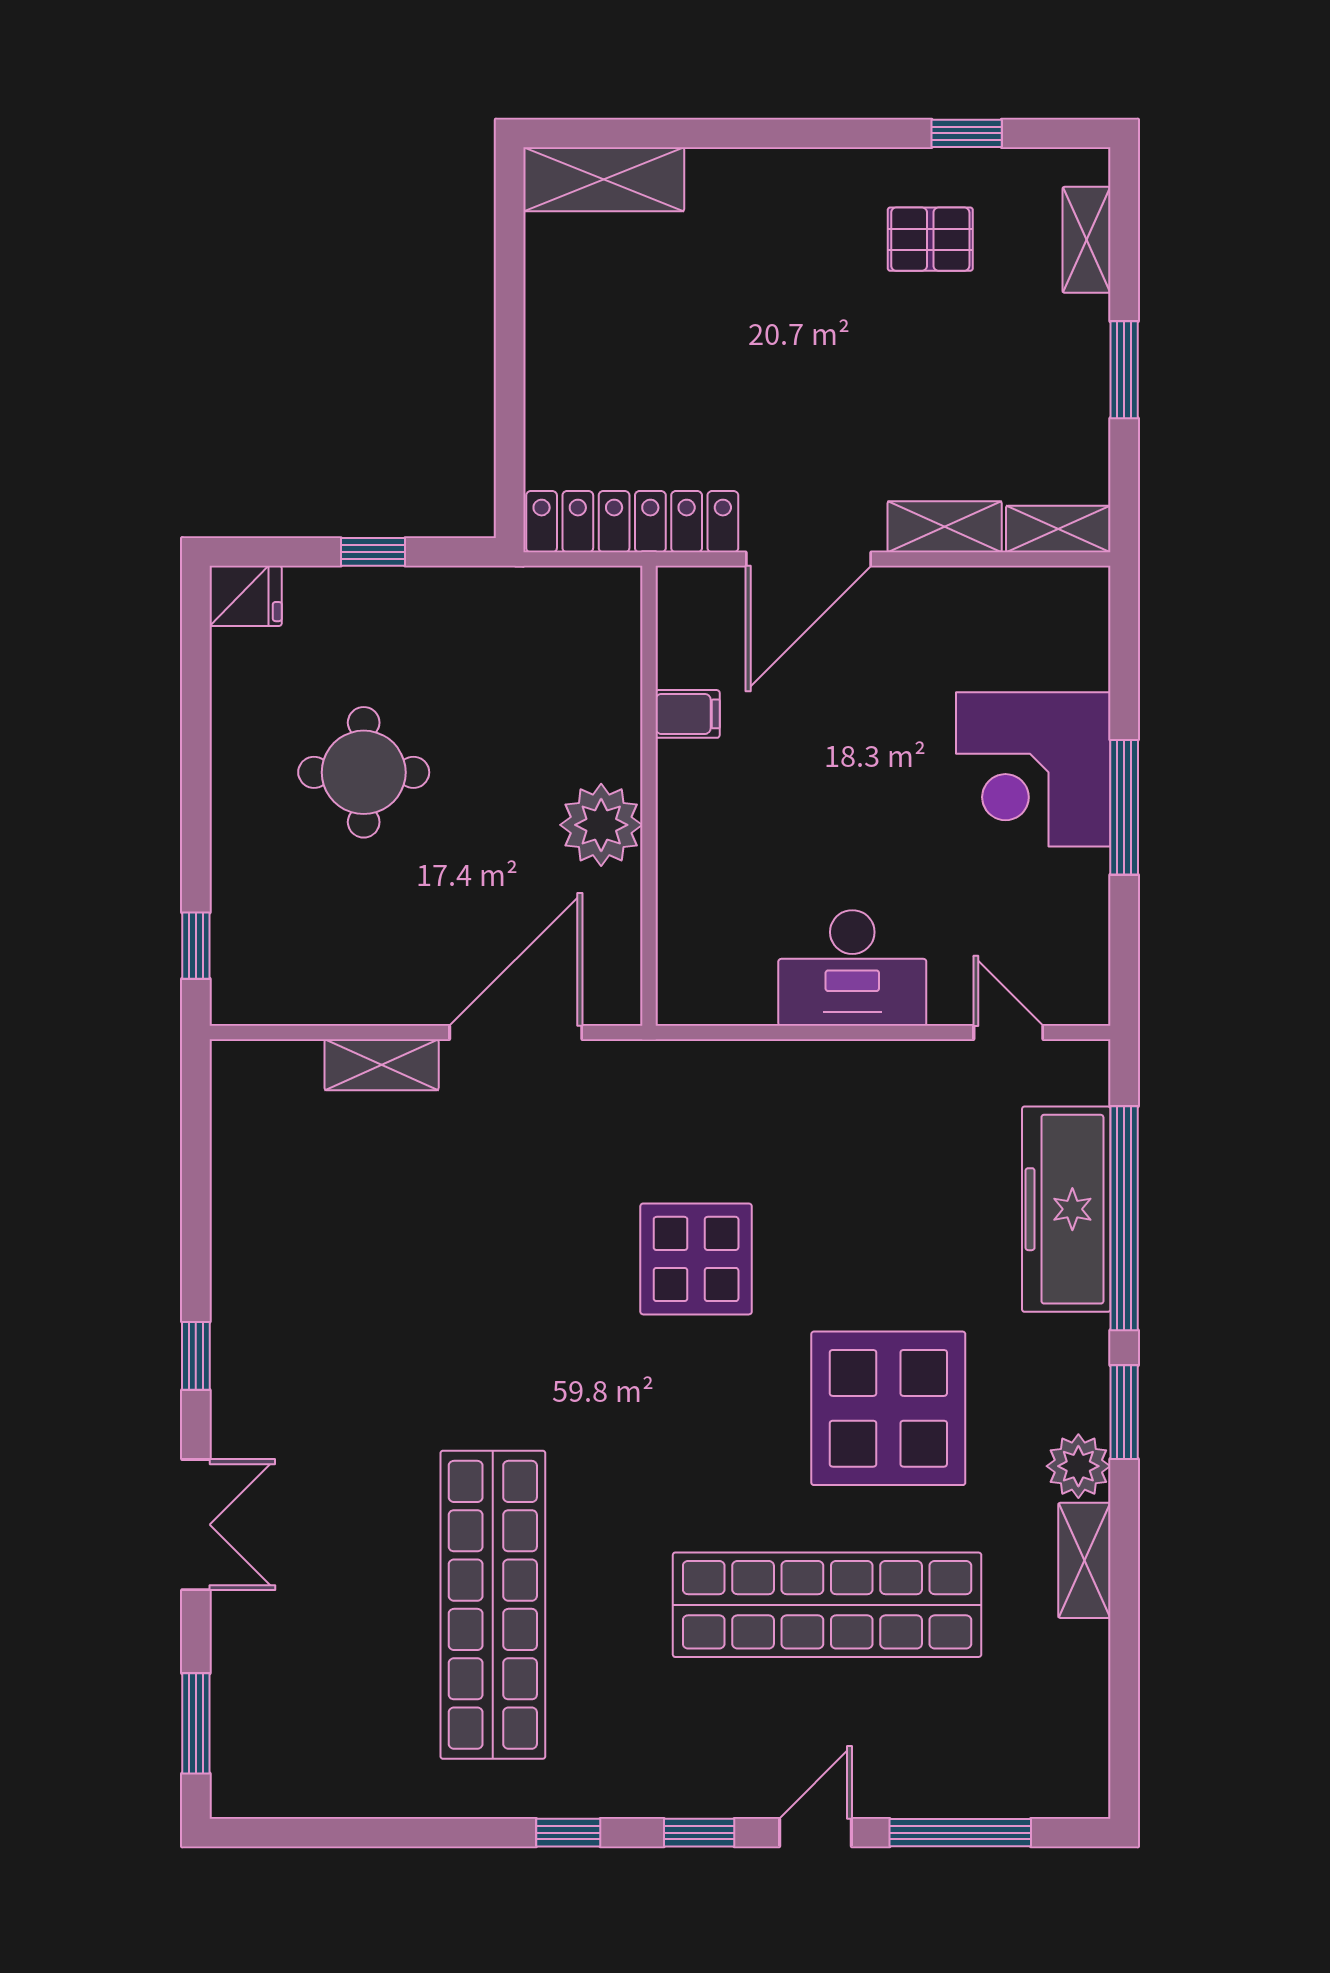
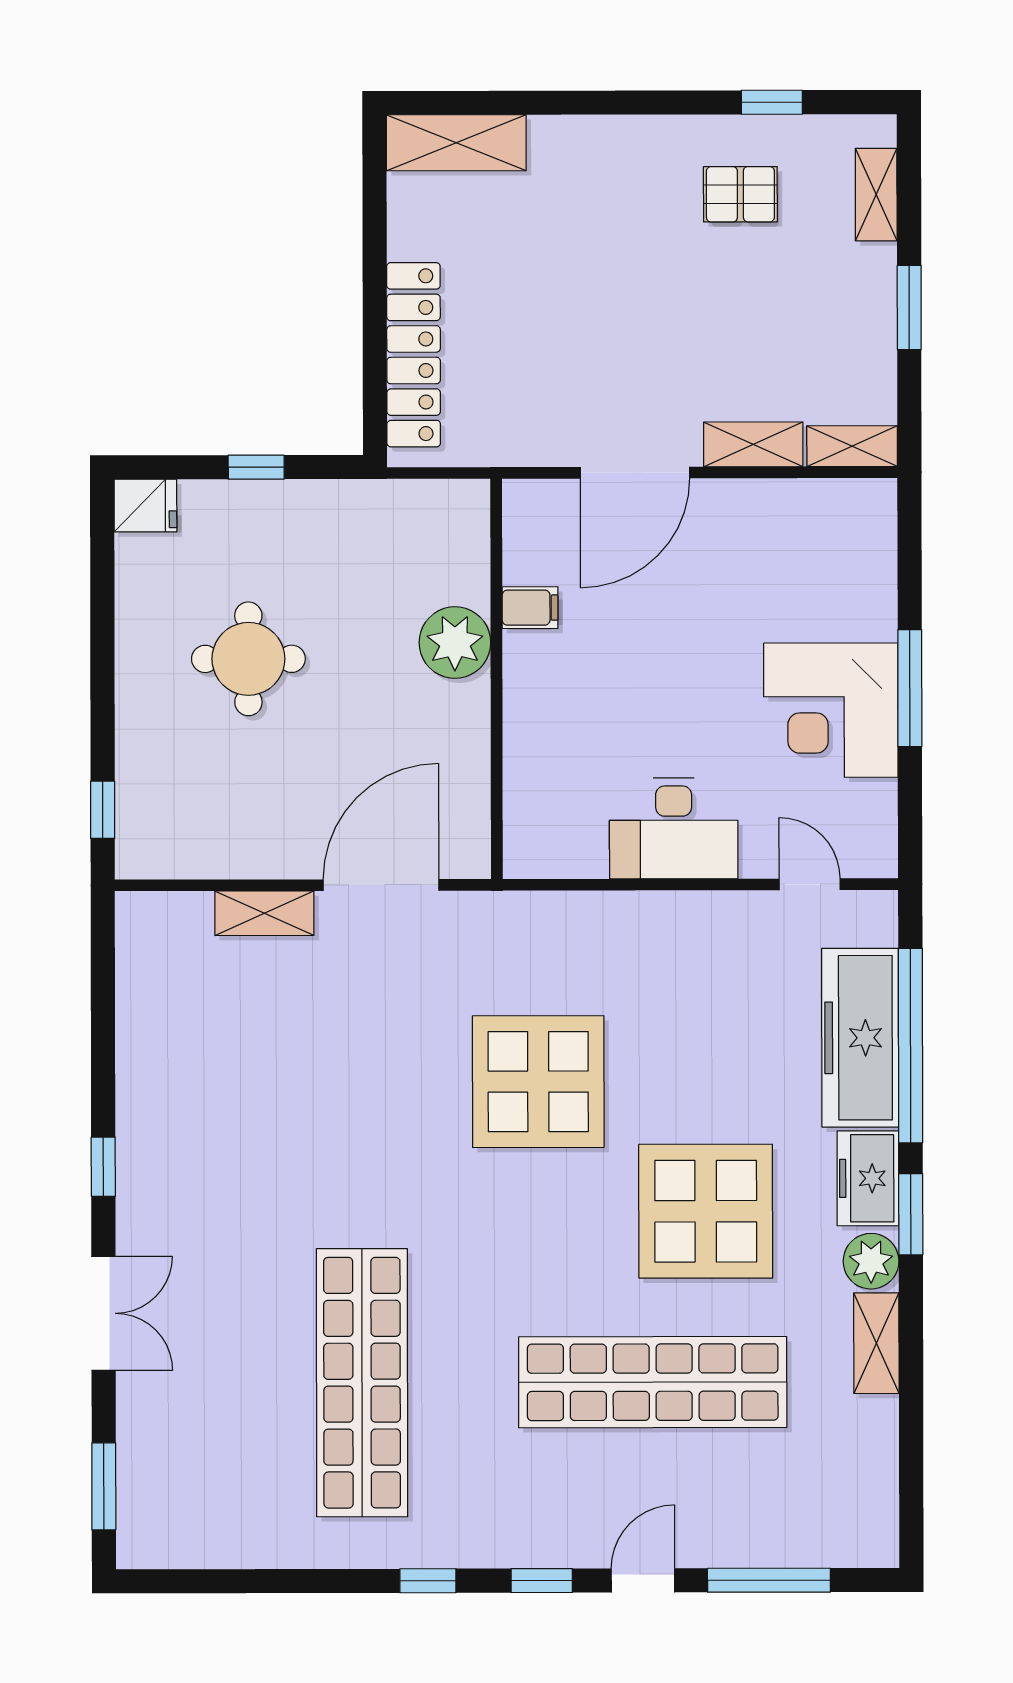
locker: (632, 522) -> (414, 355), moved, turned 90
corner desk: (1033, 769) -> (831, 710), moved
plant: (601, 825) -> (455, 643), moved
display table: (696, 1259) -> (538, 1082), width x1.36, depth x1.36
freezer: (1075, 1371) -> (868, 1178), added

